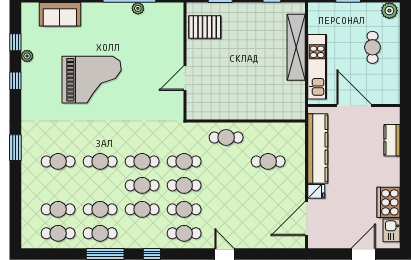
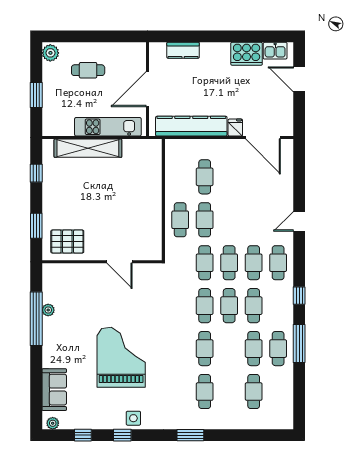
pallet: (205, 27) -> (67, 242), turned 90
plant: (27, 56) -> (53, 423), moved
side table: (32, 92) -> (133, 418), added
cafe table: (58, 233) -> (205, 220), moved

